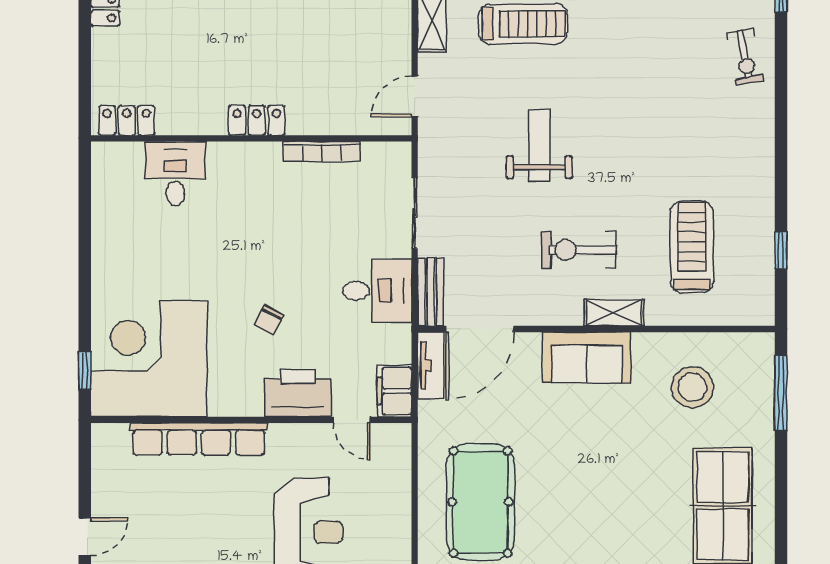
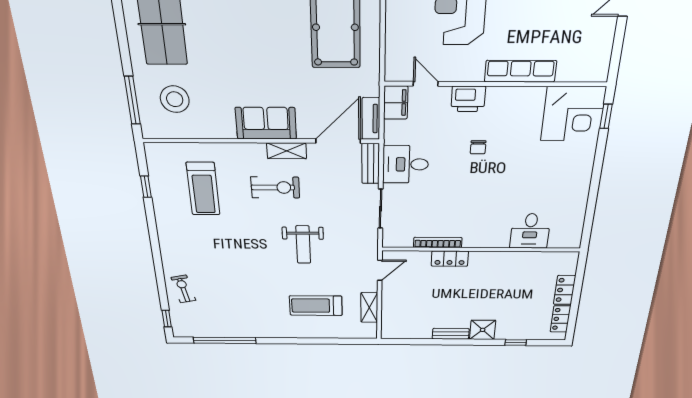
locker: (127, 120) -> (565, 290), moved, turned 90
locker: (257, 120) -> (450, 259), moved
shelving: (614, 313) -> (287, 151), moved
chair: (269, 320) -> (478, 147), turned 152
corner desk: (149, 359) -> (573, 114), width x0.74, depth x0.74
stool: (692, 387) -> (175, 99), moved
printer: (298, 393) -> (468, 99), width x0.73, depth x0.84
row of seats: (199, 439) -> (520, 71), width x0.73

